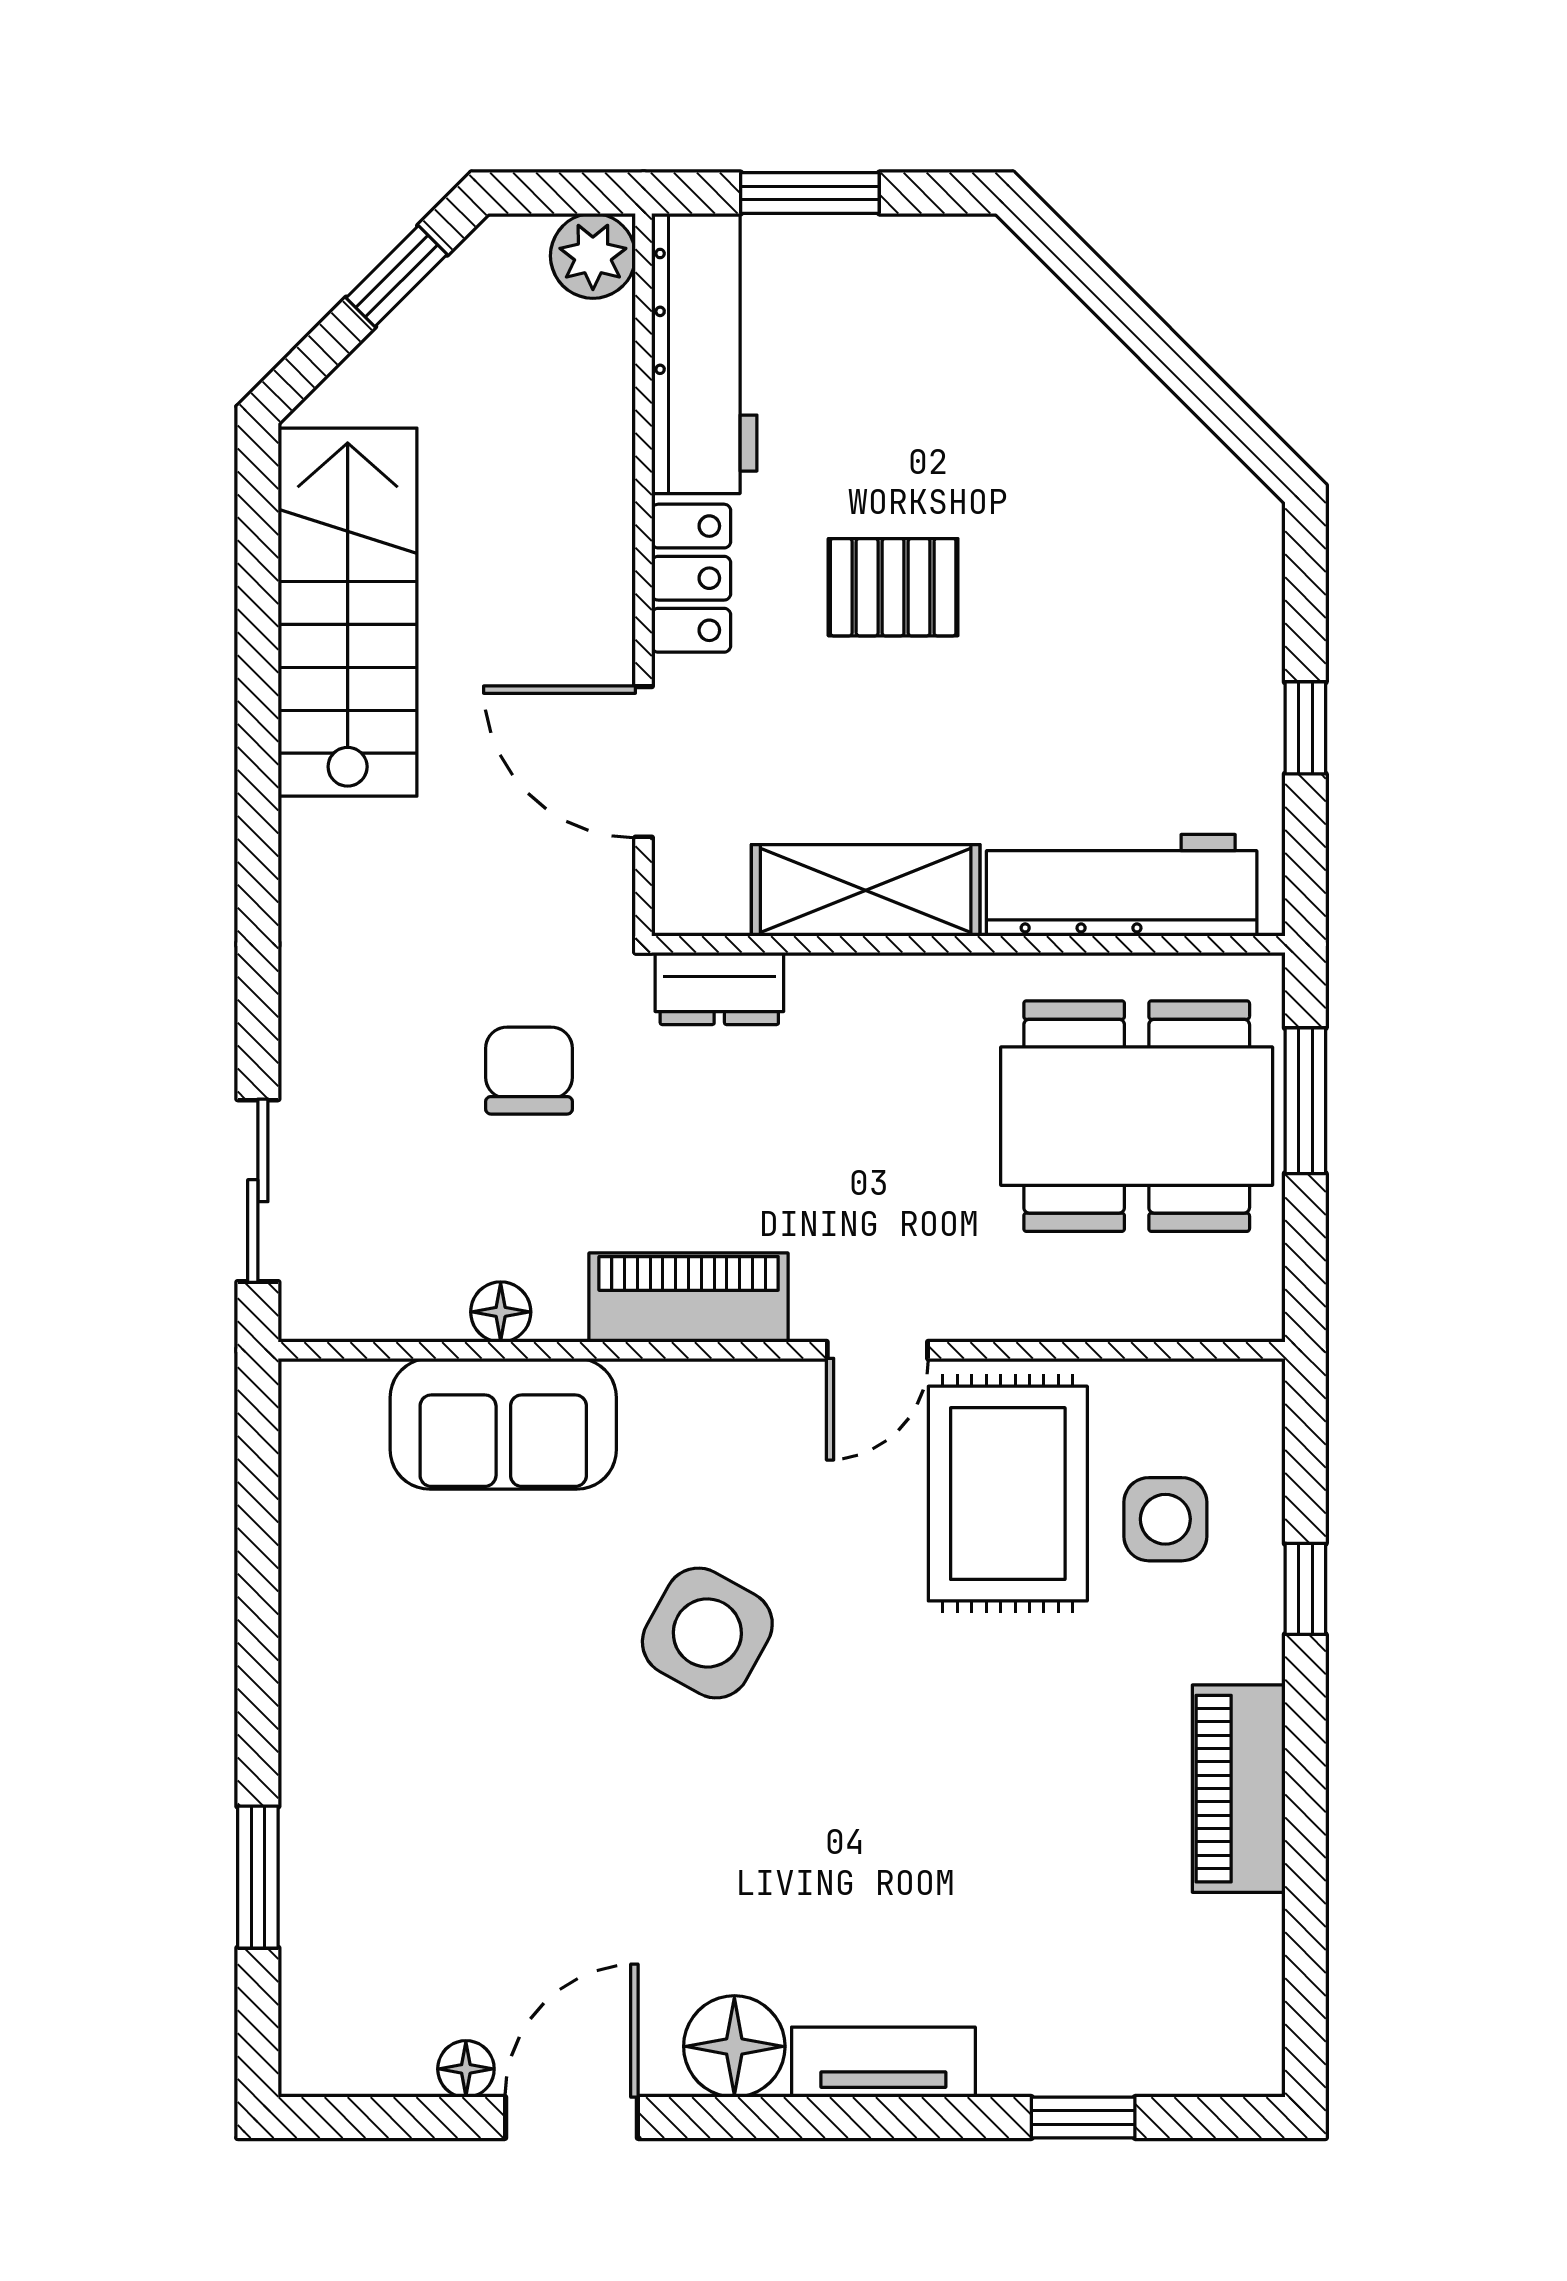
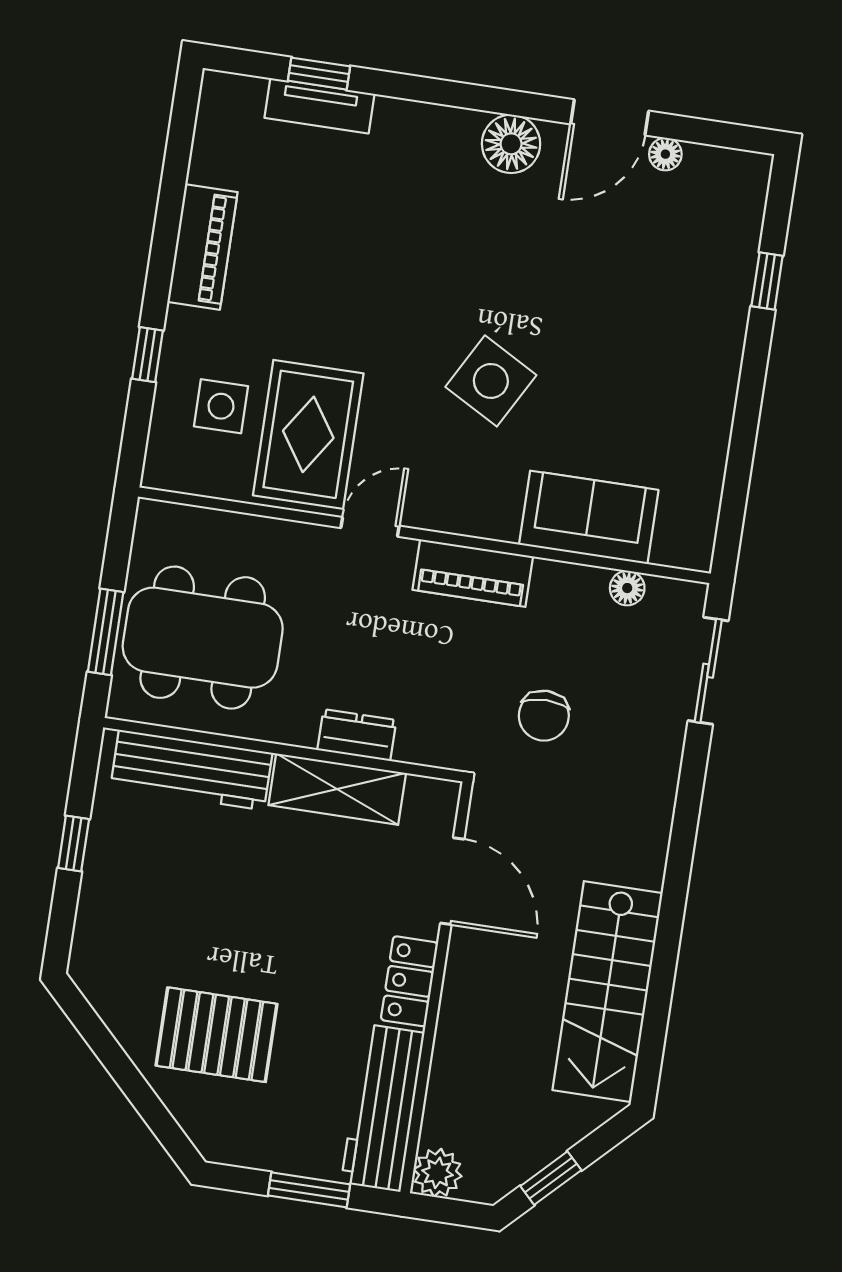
pallet: (893, 587) -> (217, 1035), moved, width x1.50, depth x1.42
dresser: (719, 988) -> (357, 735), moved
floor lamp: (501, 1312) -> (627, 588), moved
window: (258, 1877) -> (767, 281), width x0.67
tv unit: (883, 2062) -> (319, 106), moved

